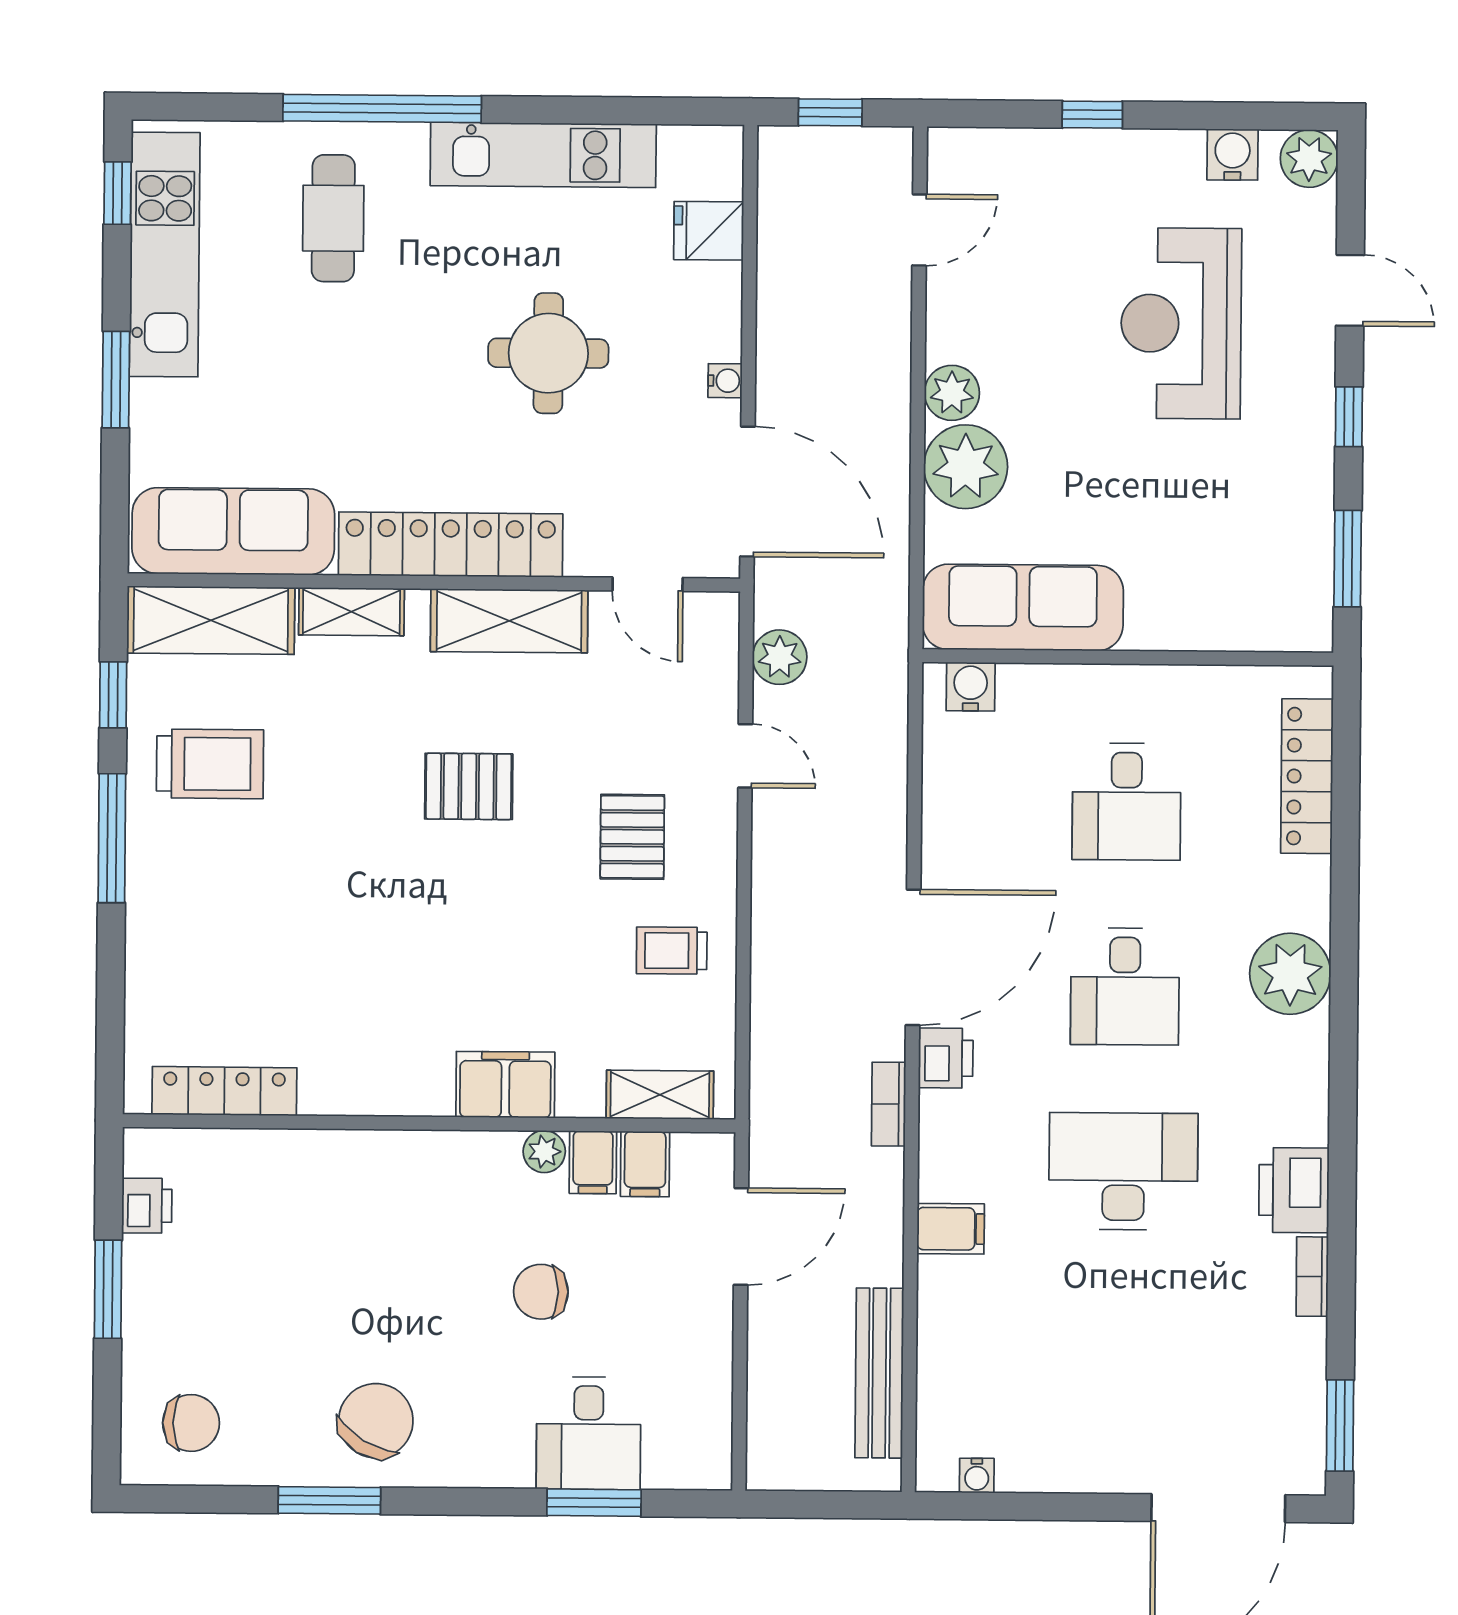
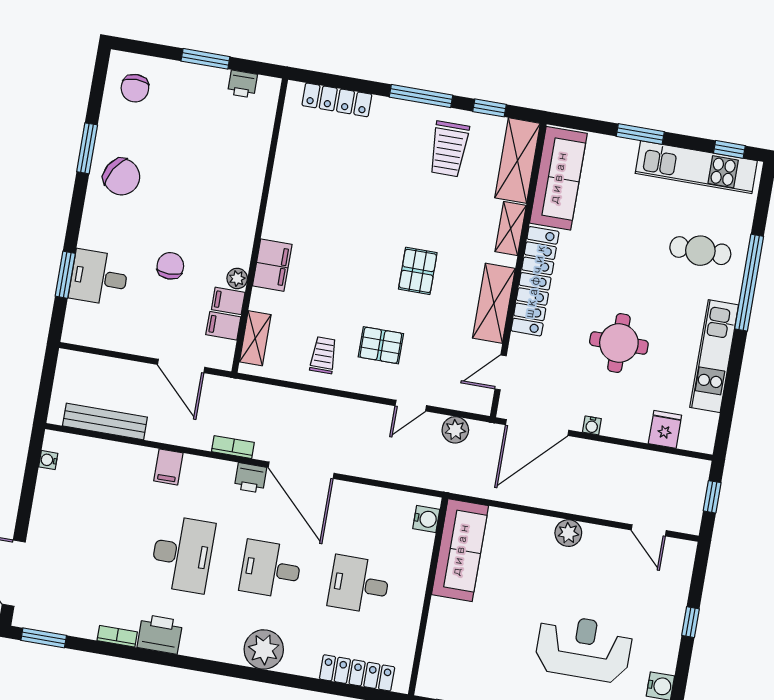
plant: (966, 467) -> (532, 534), removed
locker: (224, 1091) -> (337, 100), moved, turned 90

